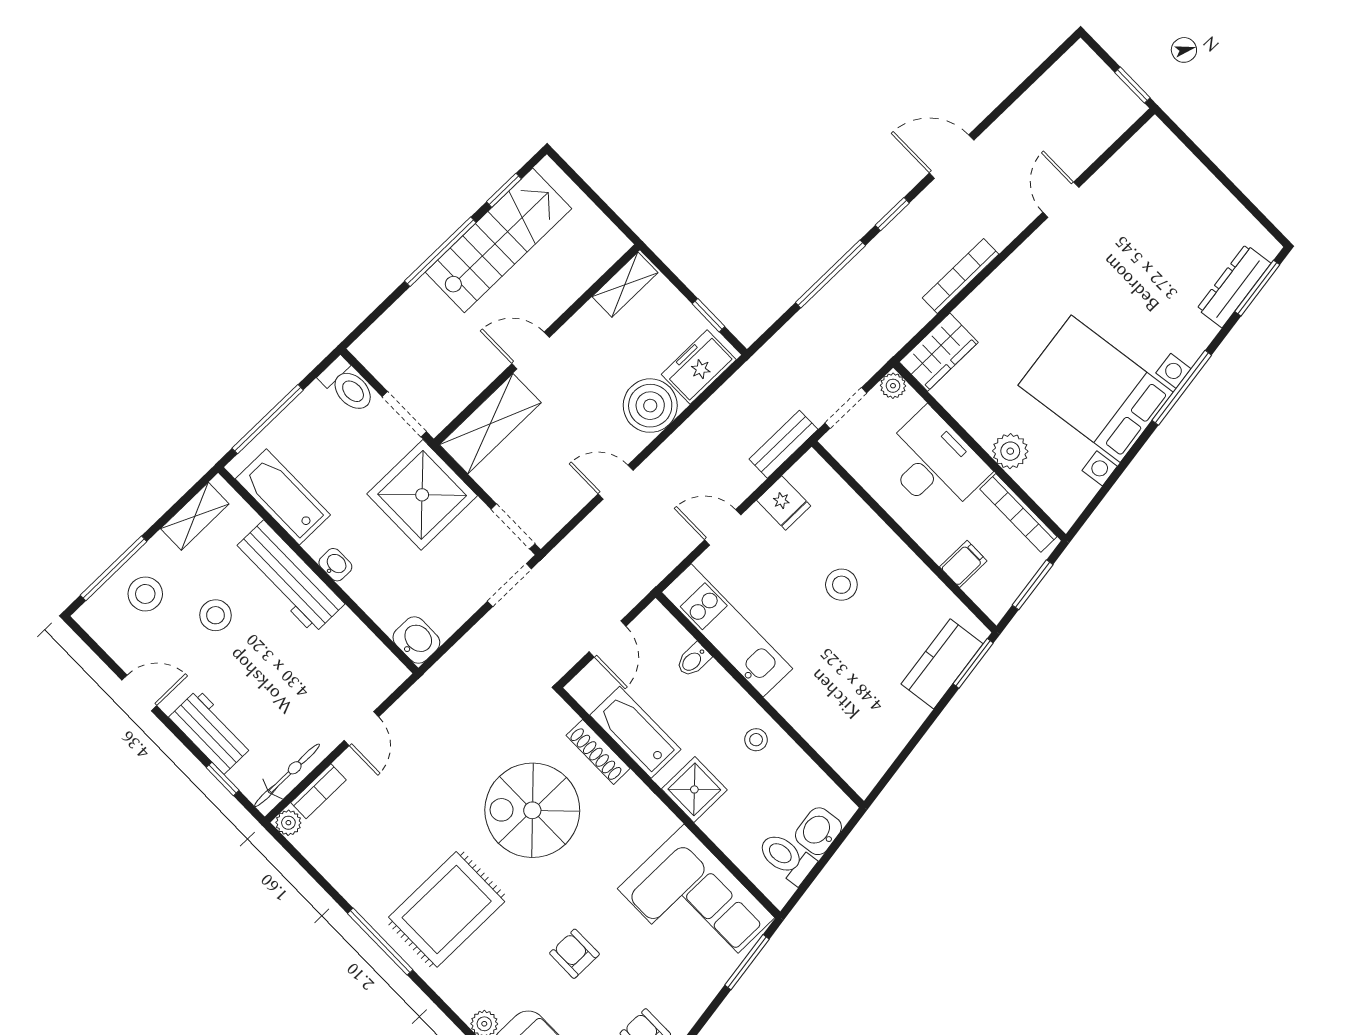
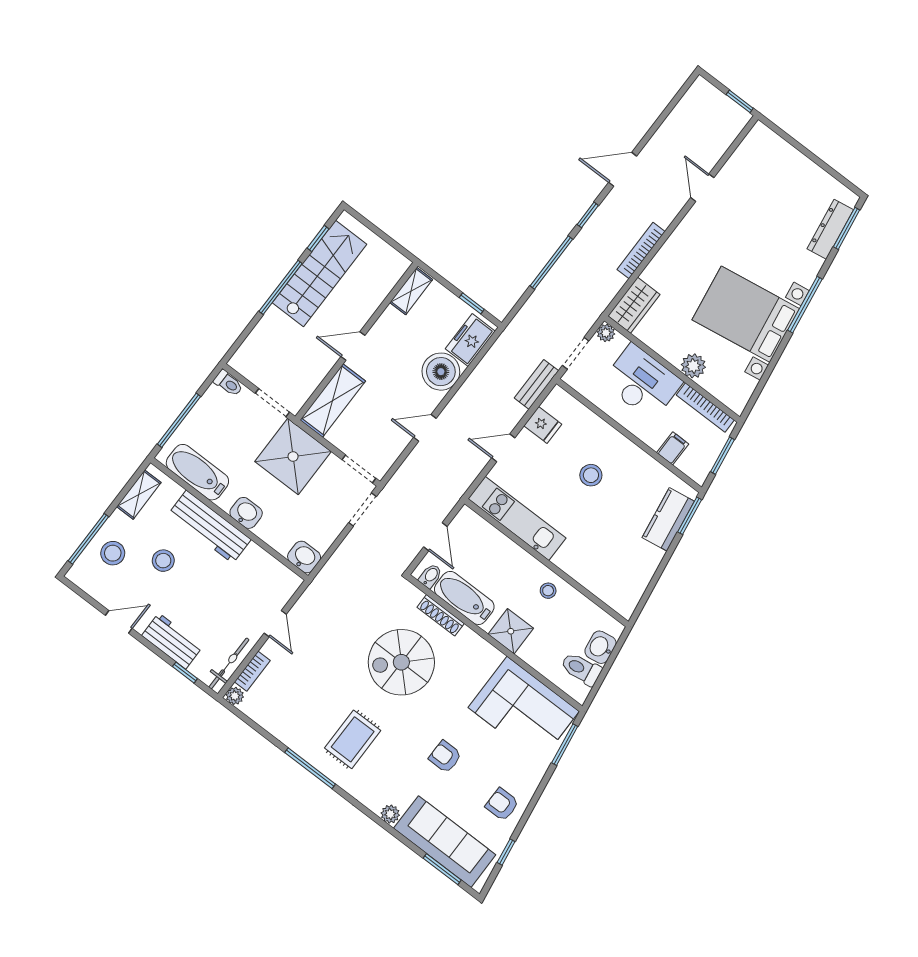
toilet: (348, 386) -> (228, 383), width x0.73, depth x0.72
washbasin: (335, 565) -> (246, 513), width x1.38, depth x1.45
bidet: (693, 660) -> (430, 576), moved, turned 180
rug: (447, 909) -> (353, 739), width x0.73, depth x0.70

